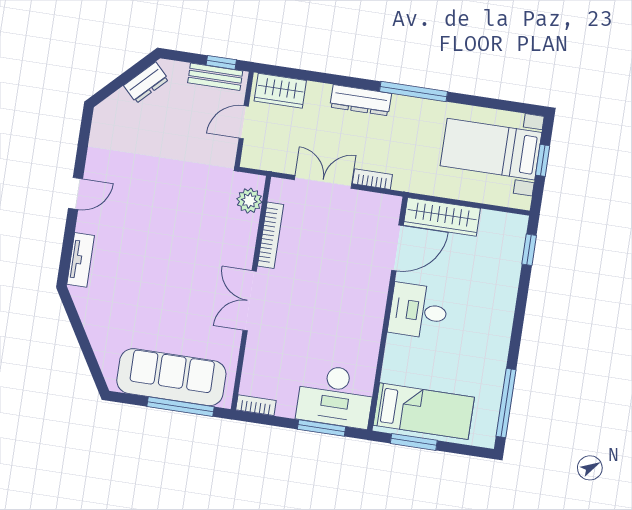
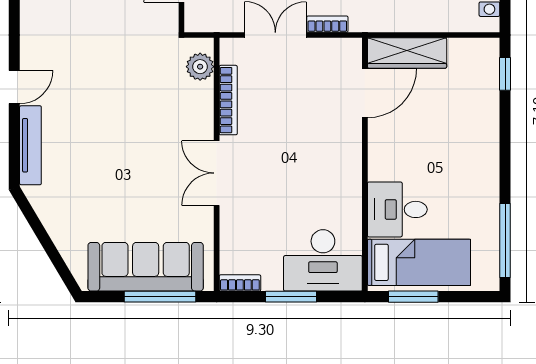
tv unit: (81, 260) -> (30, 145), width x1.41
desk: (418, 311) -> (397, 209), moved
window: (322, 428) -> (291, 297), moved

